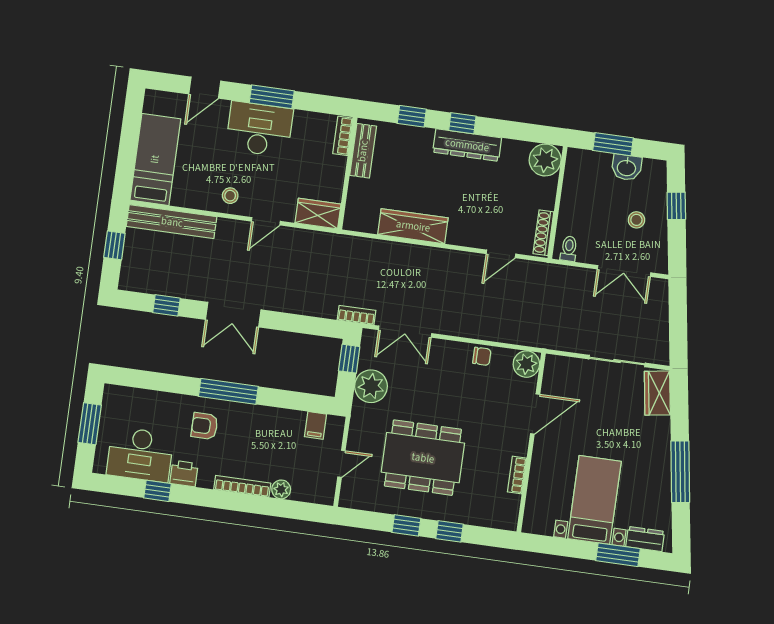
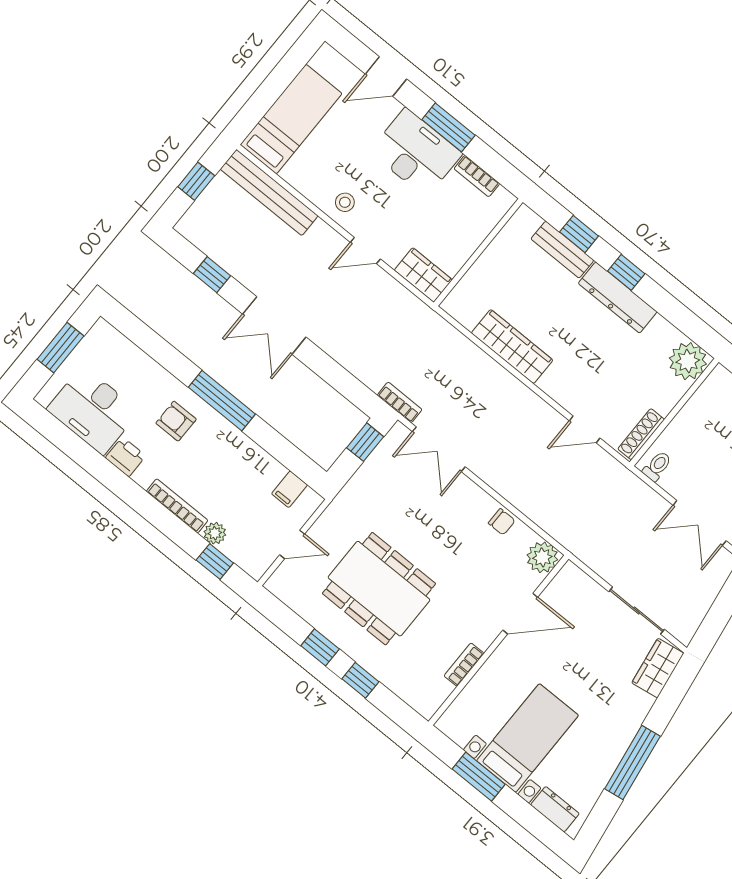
bookcase: (343, 136) -> (477, 176), moved, turned -90
bench: (363, 151) -> (562, 250), moved, turned 90
plant: (371, 386) -> (370, 484), removed
window: (157, 491) -> (215, 561), moved
window: (618, 555) -> (479, 777), moved

